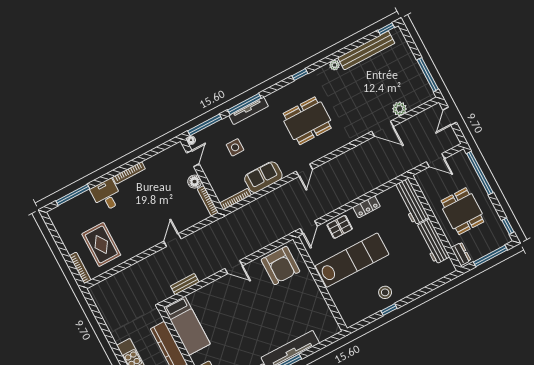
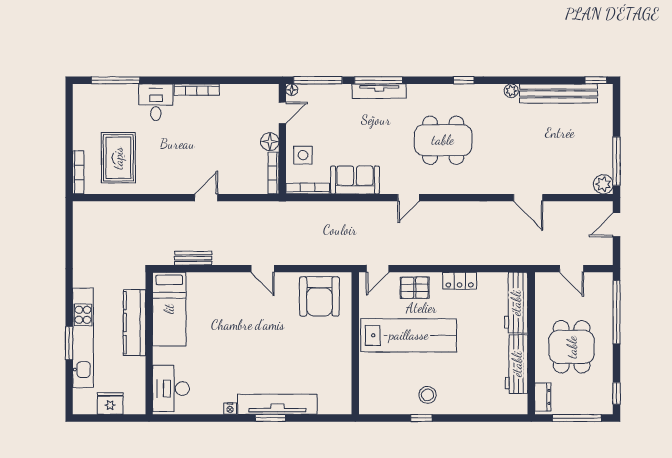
plant: (399, 109) -> (603, 184), moved
side table: (235, 147) -> (303, 155), moved

